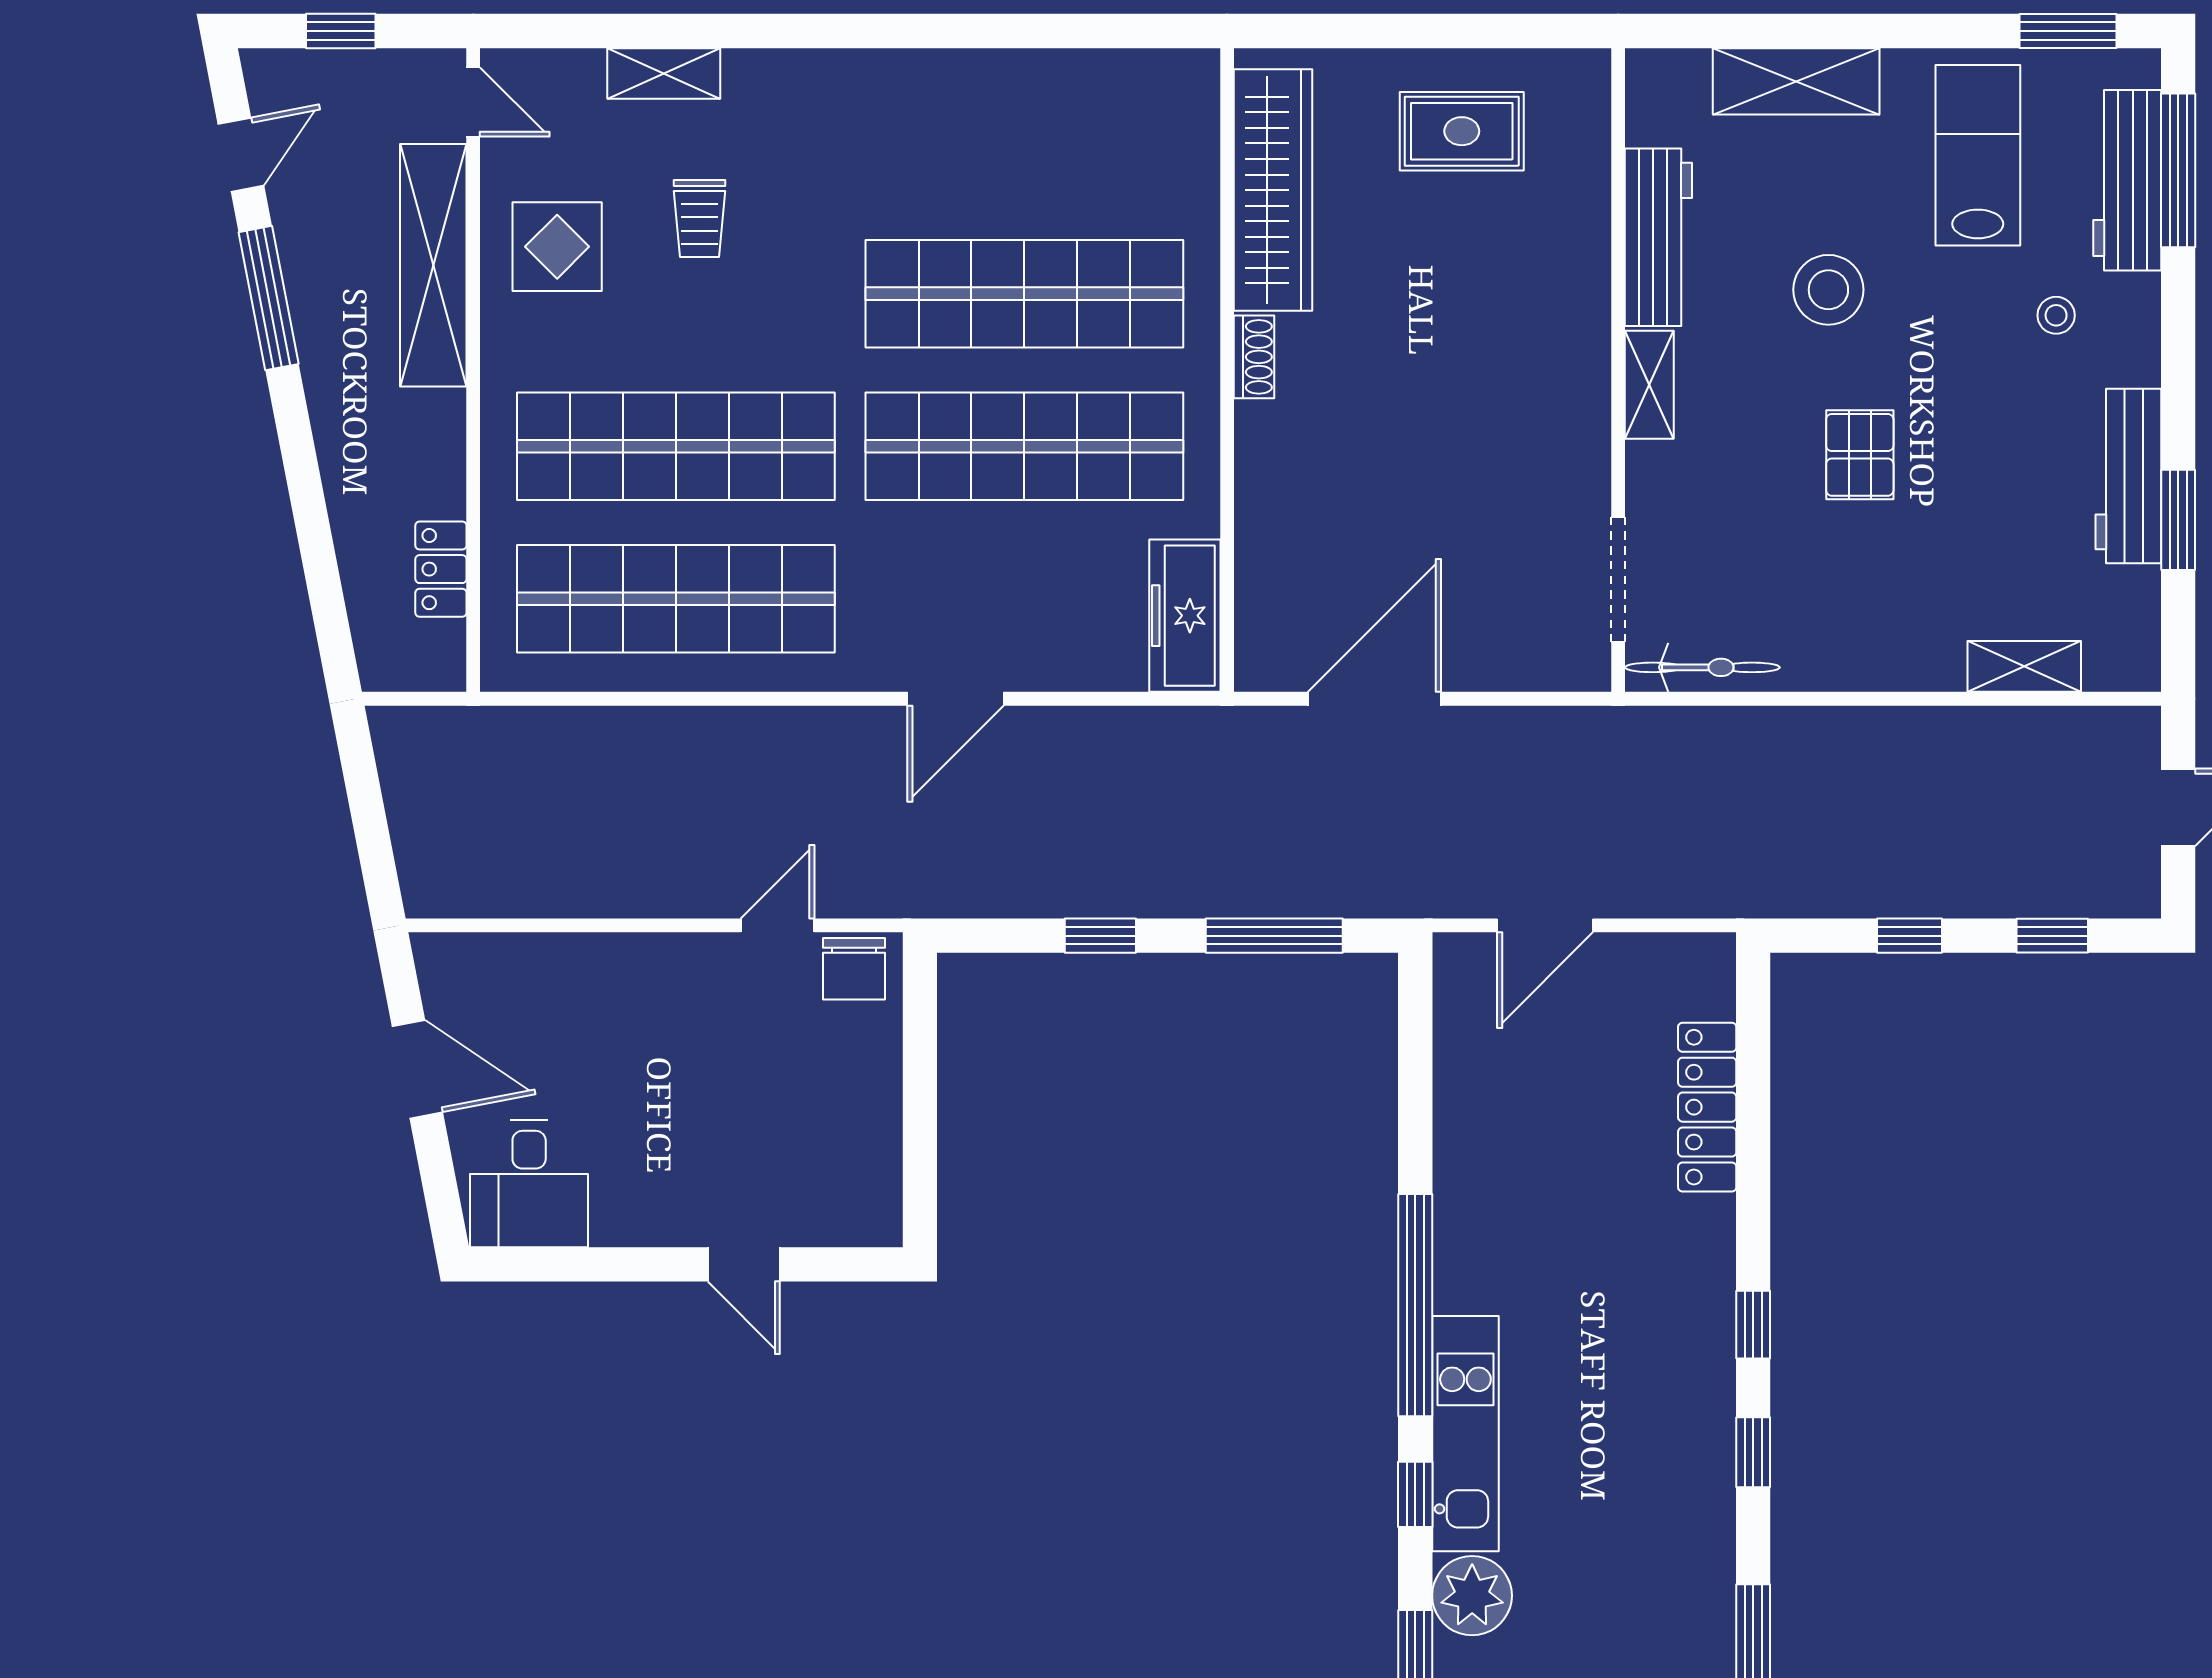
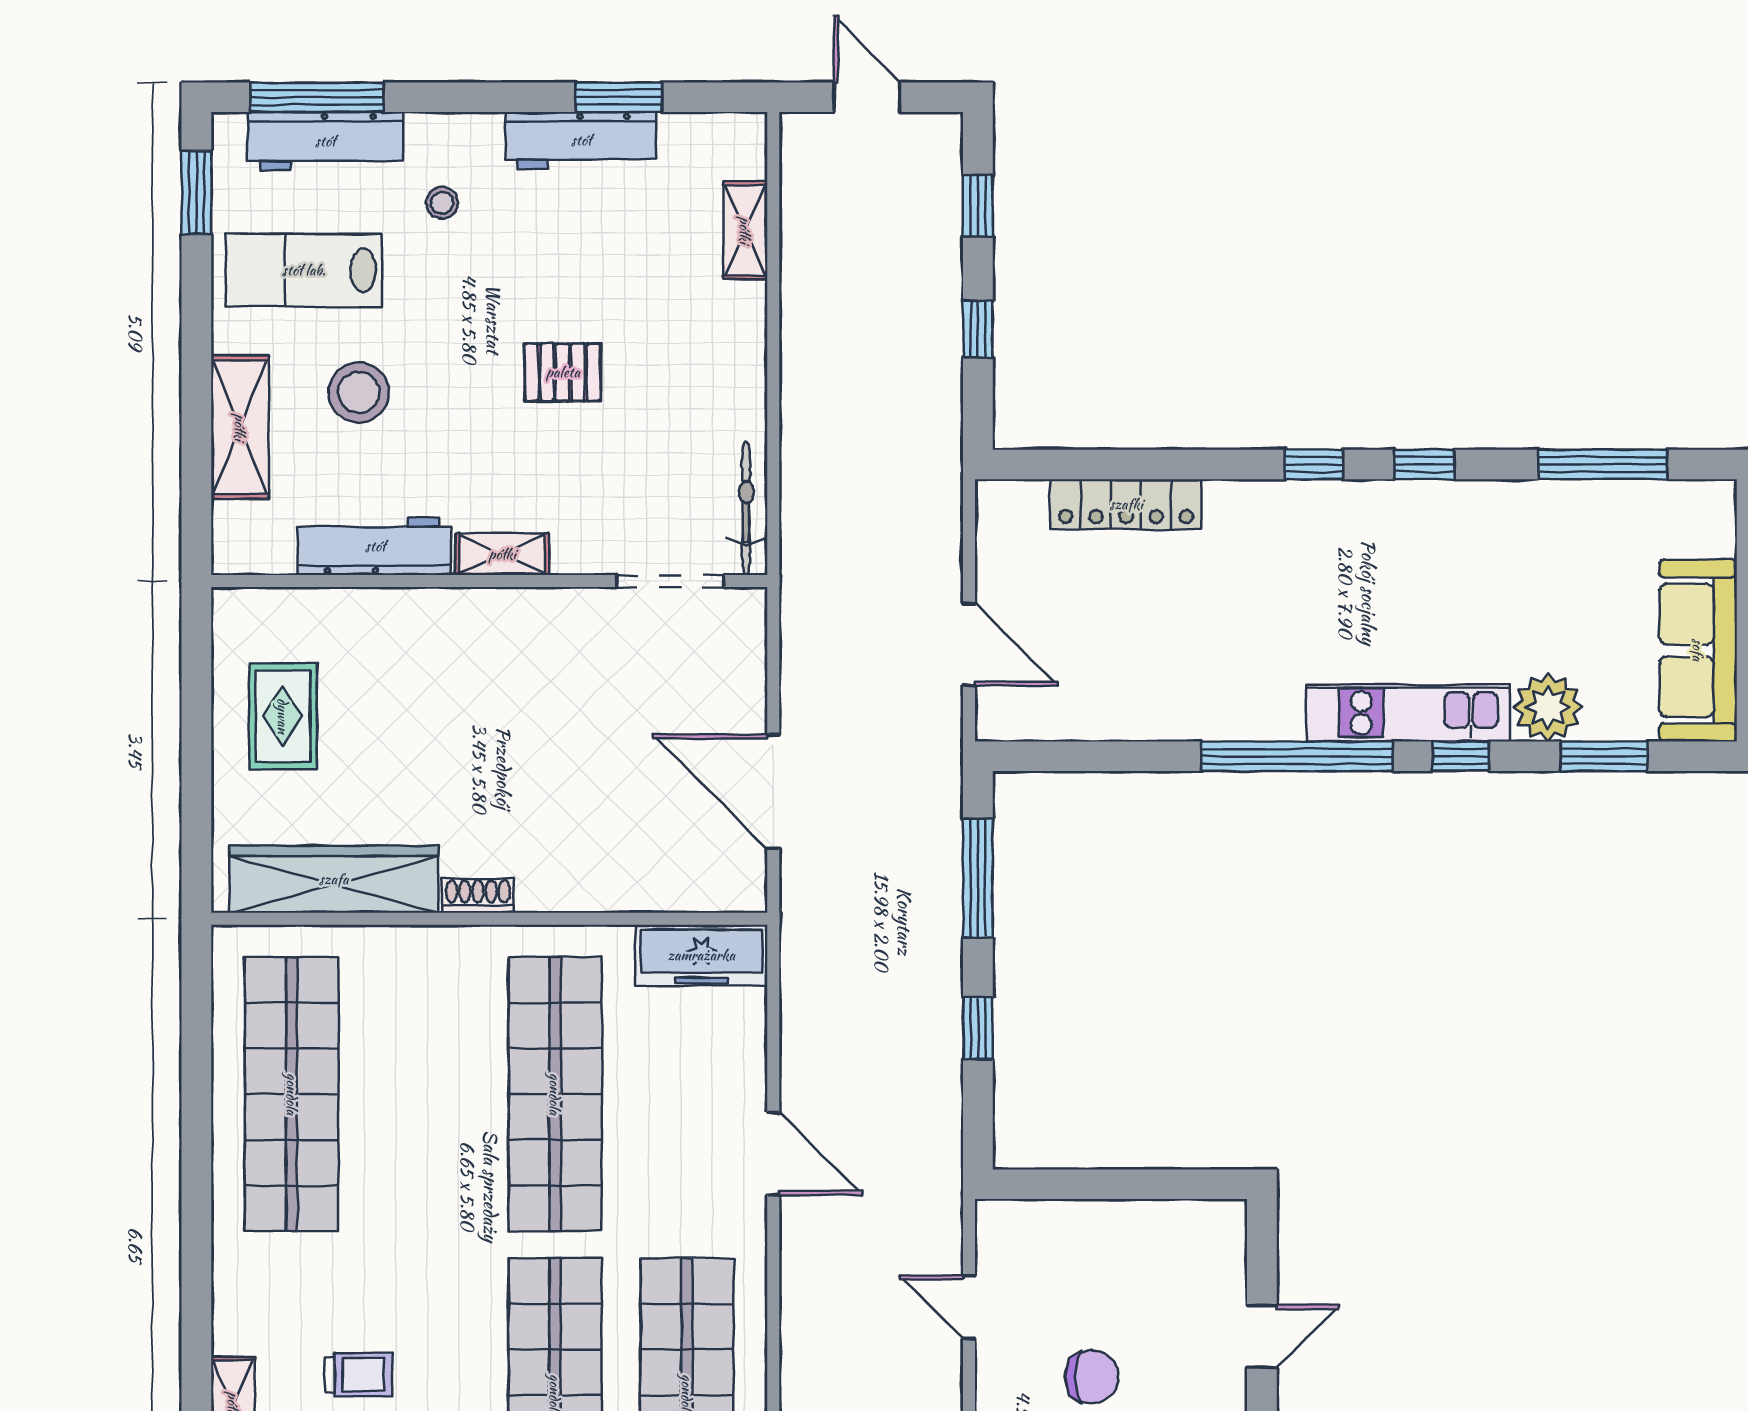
stool: (1828, 290) -> (359, 392), moved
shop shelf: (1024, 294) -> (292, 1094), moved
chair: (854, 969) -> (1092, 1377), moved

